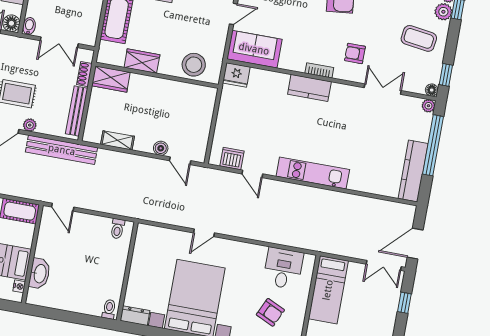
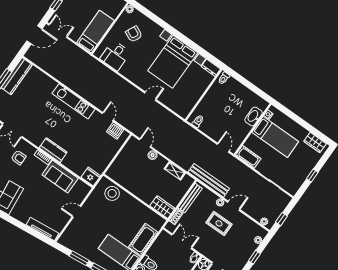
sofa: (254, 49) -> (60, 176), moved
wardrobe: (142, 61) -> (140, 209), removed

